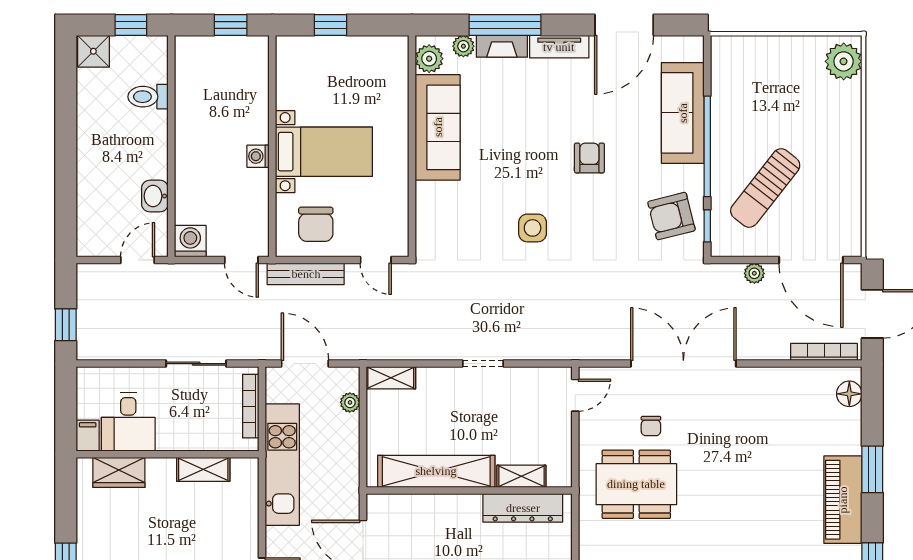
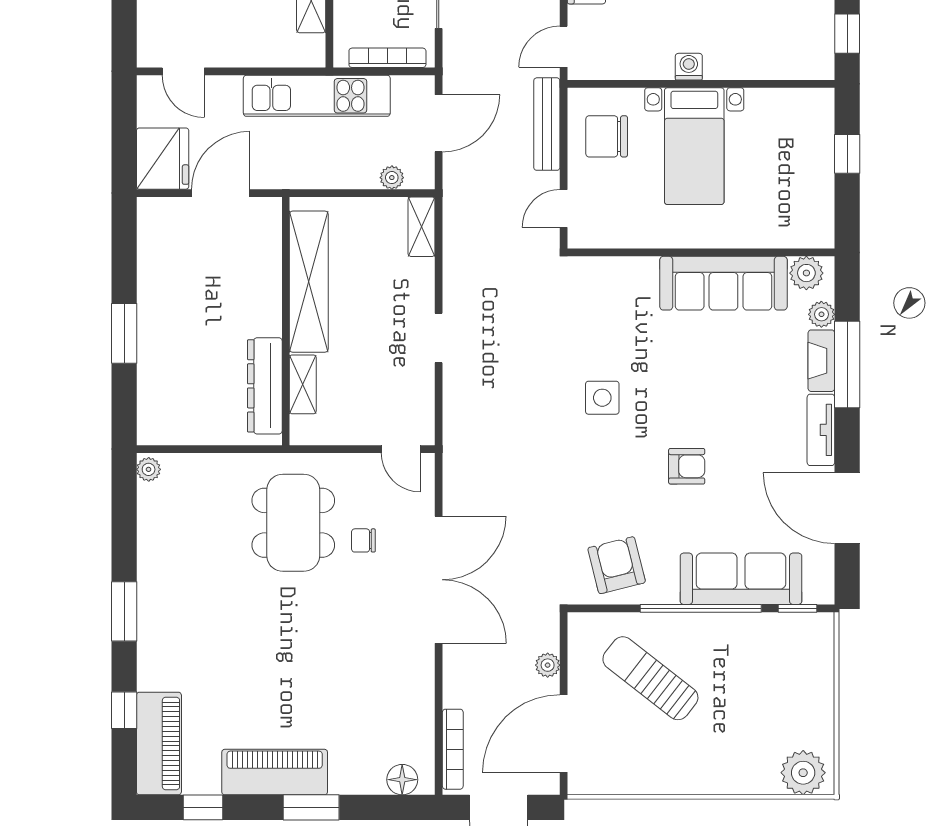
window: (707, 226) -> (798, 608), moved

